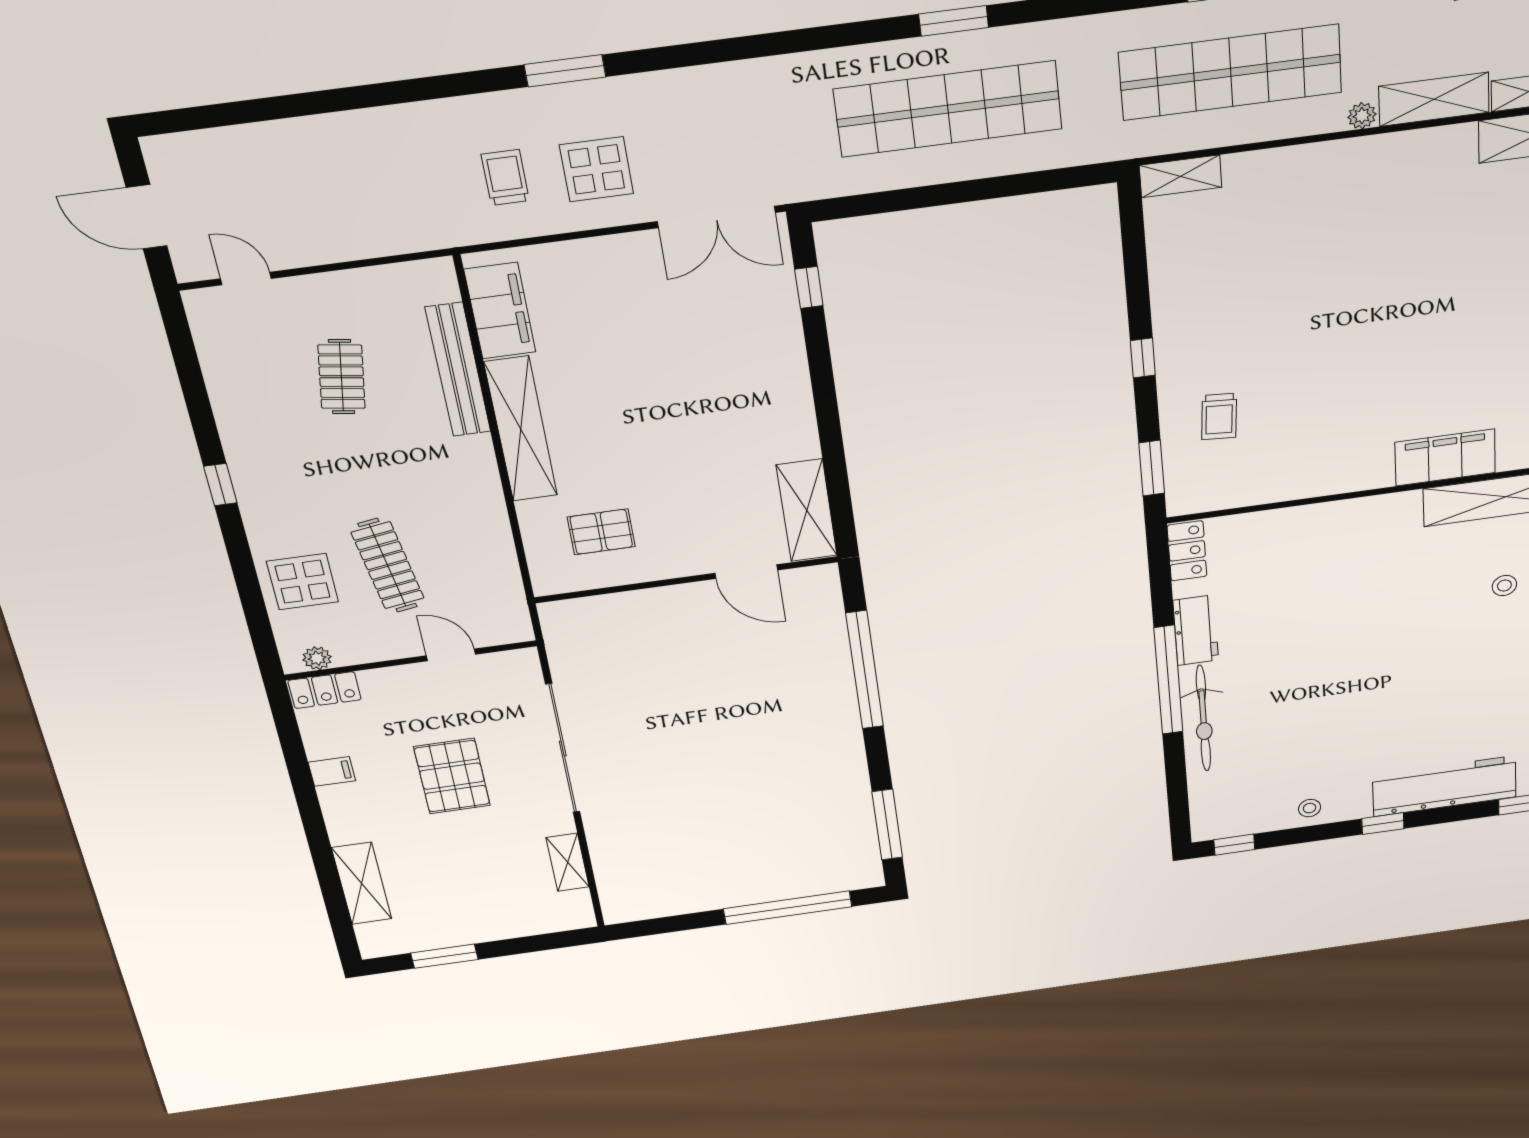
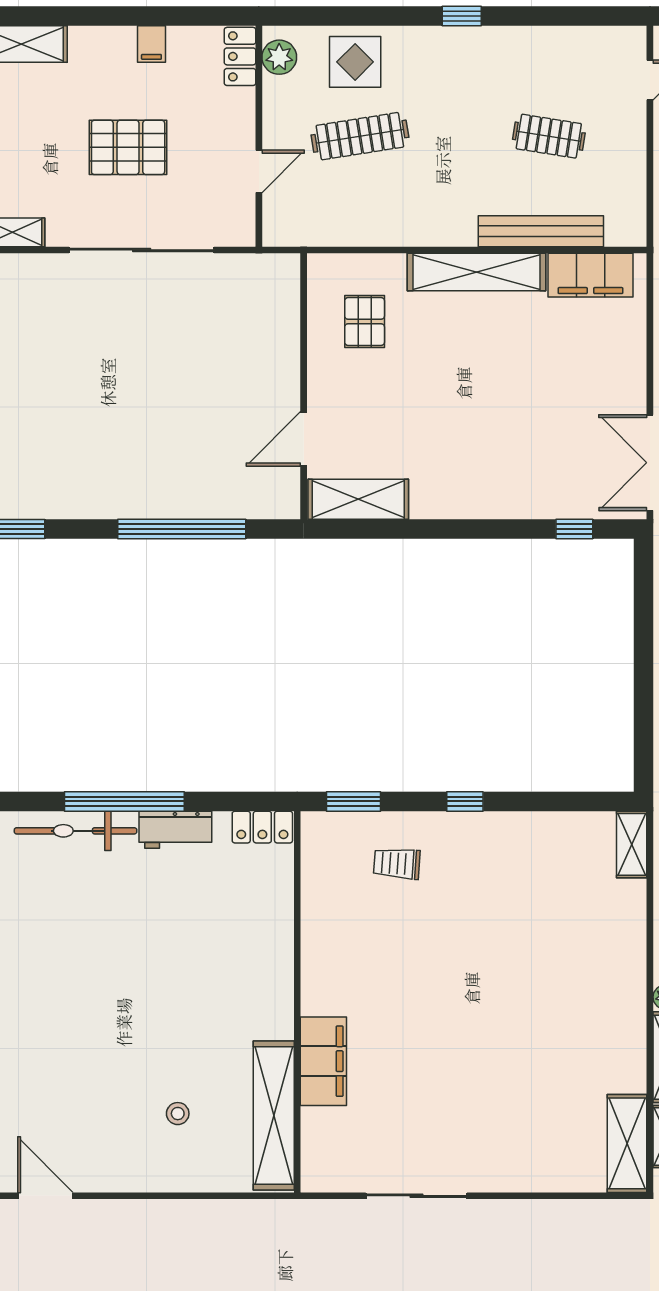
plant: (317, 658) -> (279, 57), width x1.38, depth x1.38

